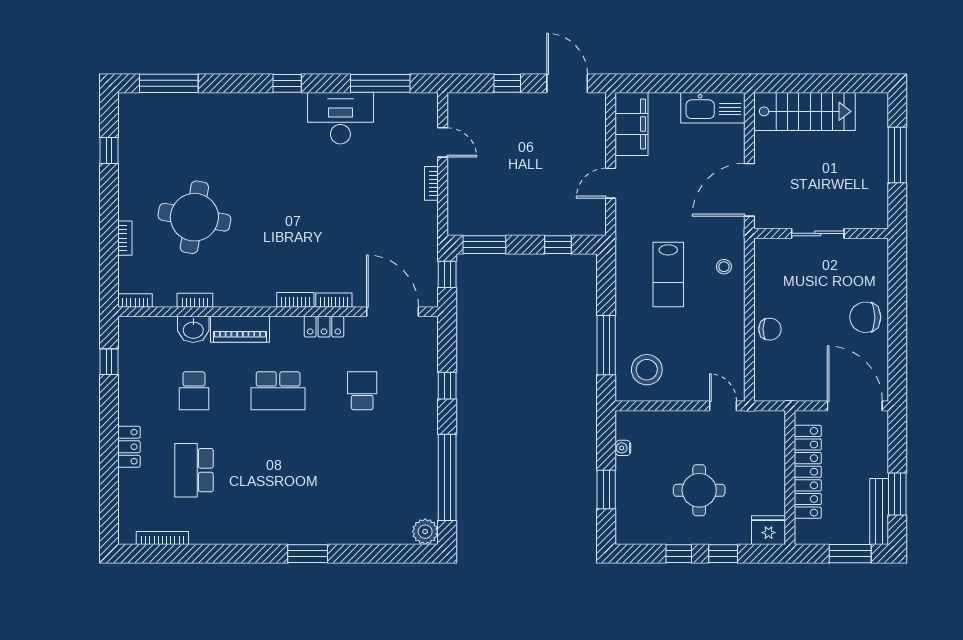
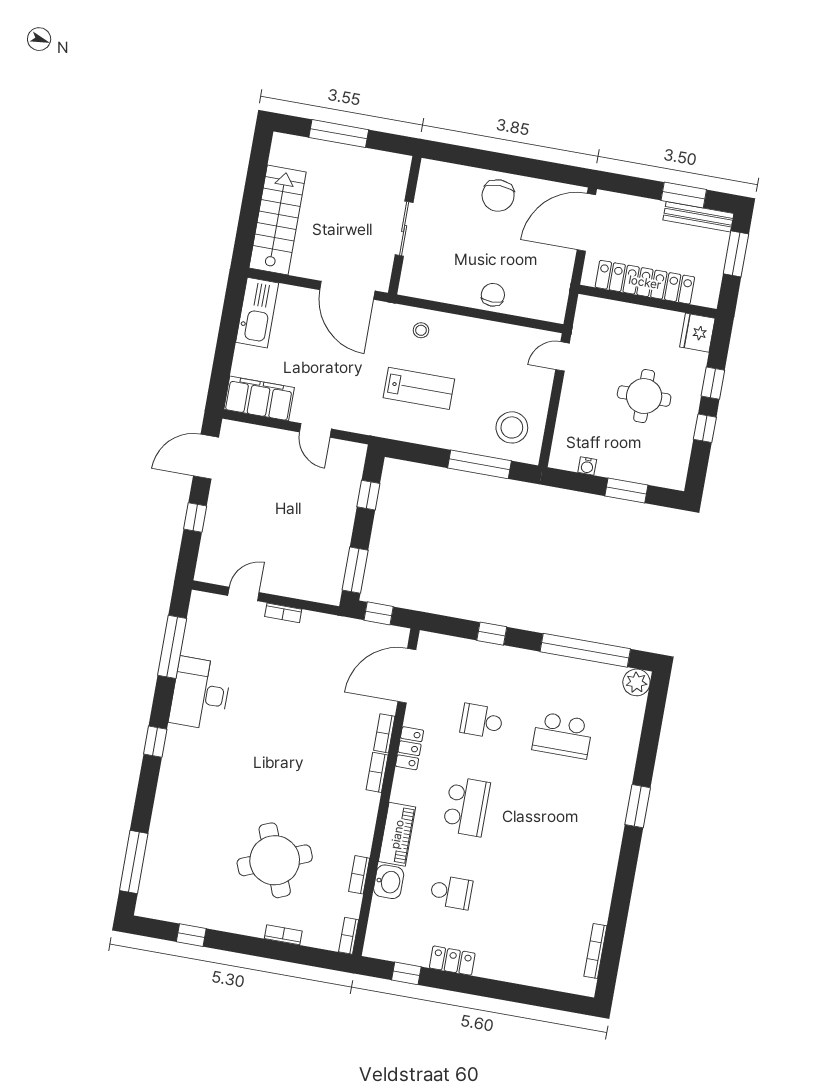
round table: (194, 217) -> (275, 860), turned -32
locker: (129, 447) -> (452, 961), moved
school desk: (194, 470) -> (563, 735), moved

